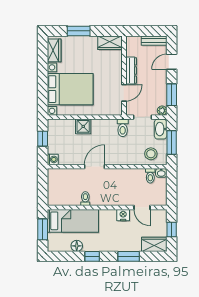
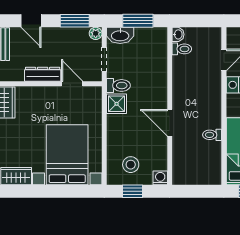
shower: (83, 126) -> (117, 104), moved
stool: (151, 154) -> (131, 165), moved

